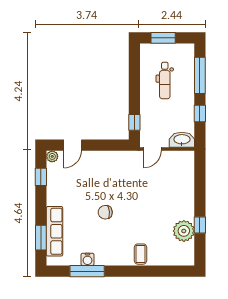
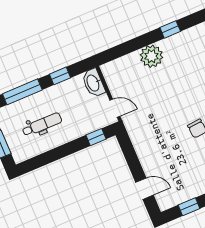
plant: (52, 156) -> (164, 204), removed
plant: (184, 231) -> (151, 56), moved

